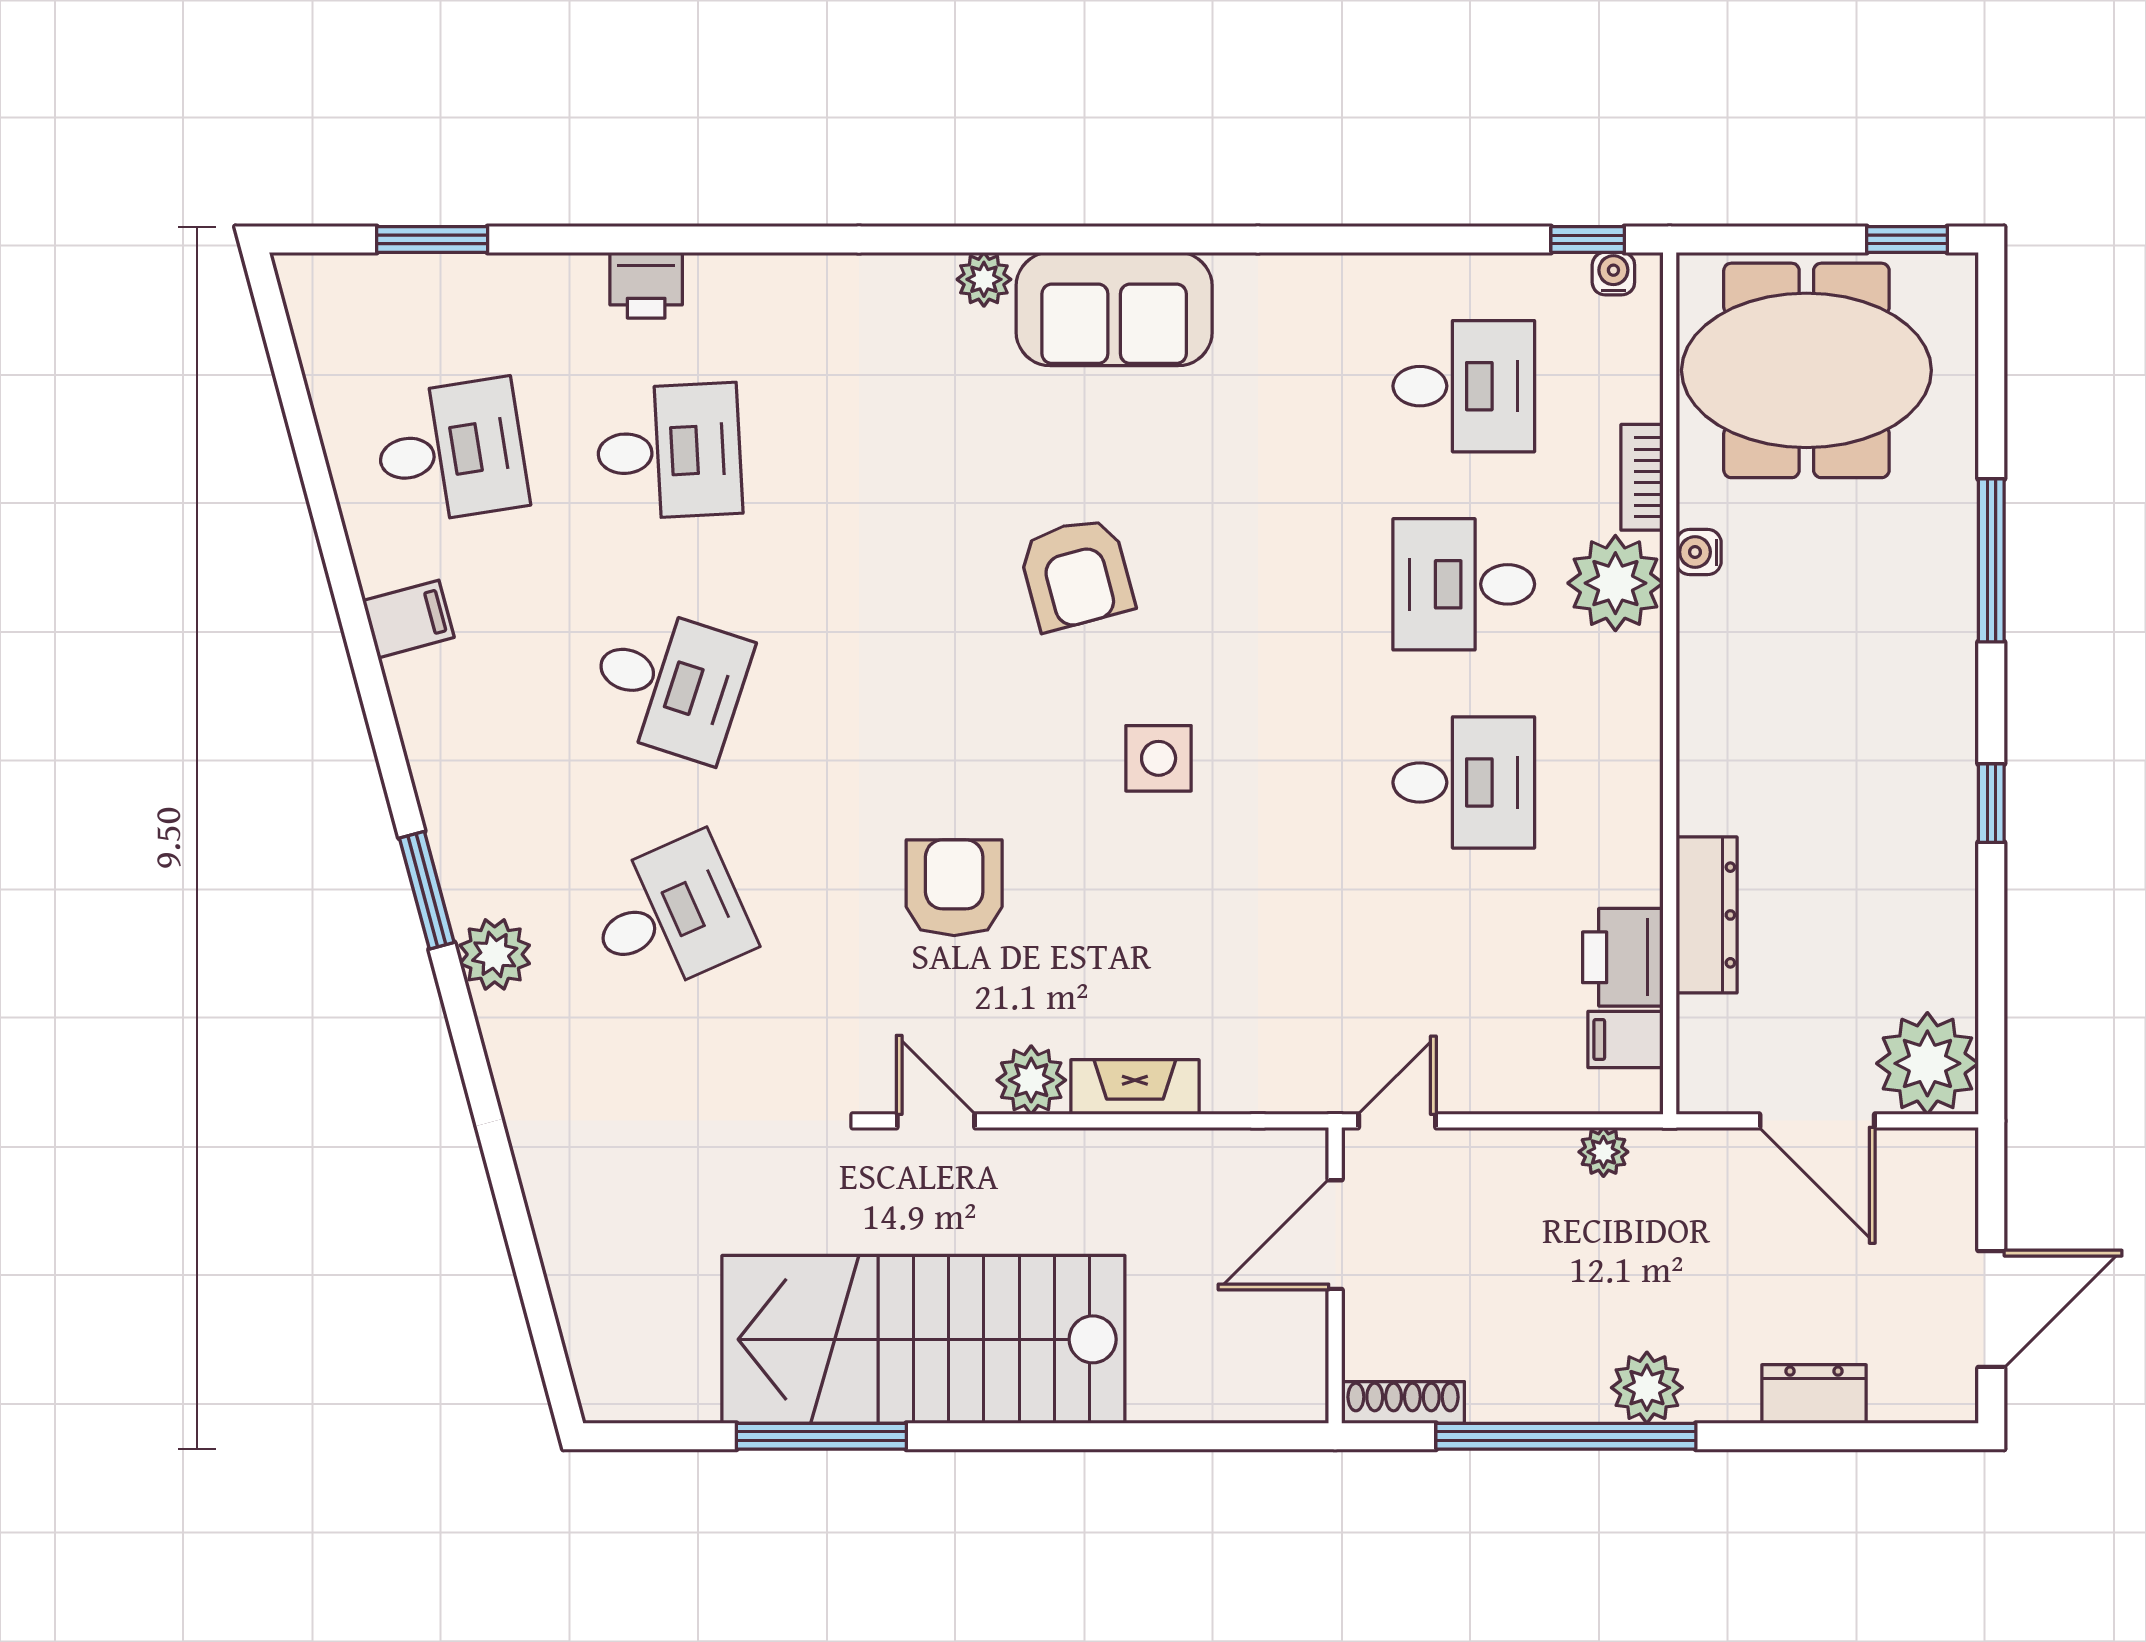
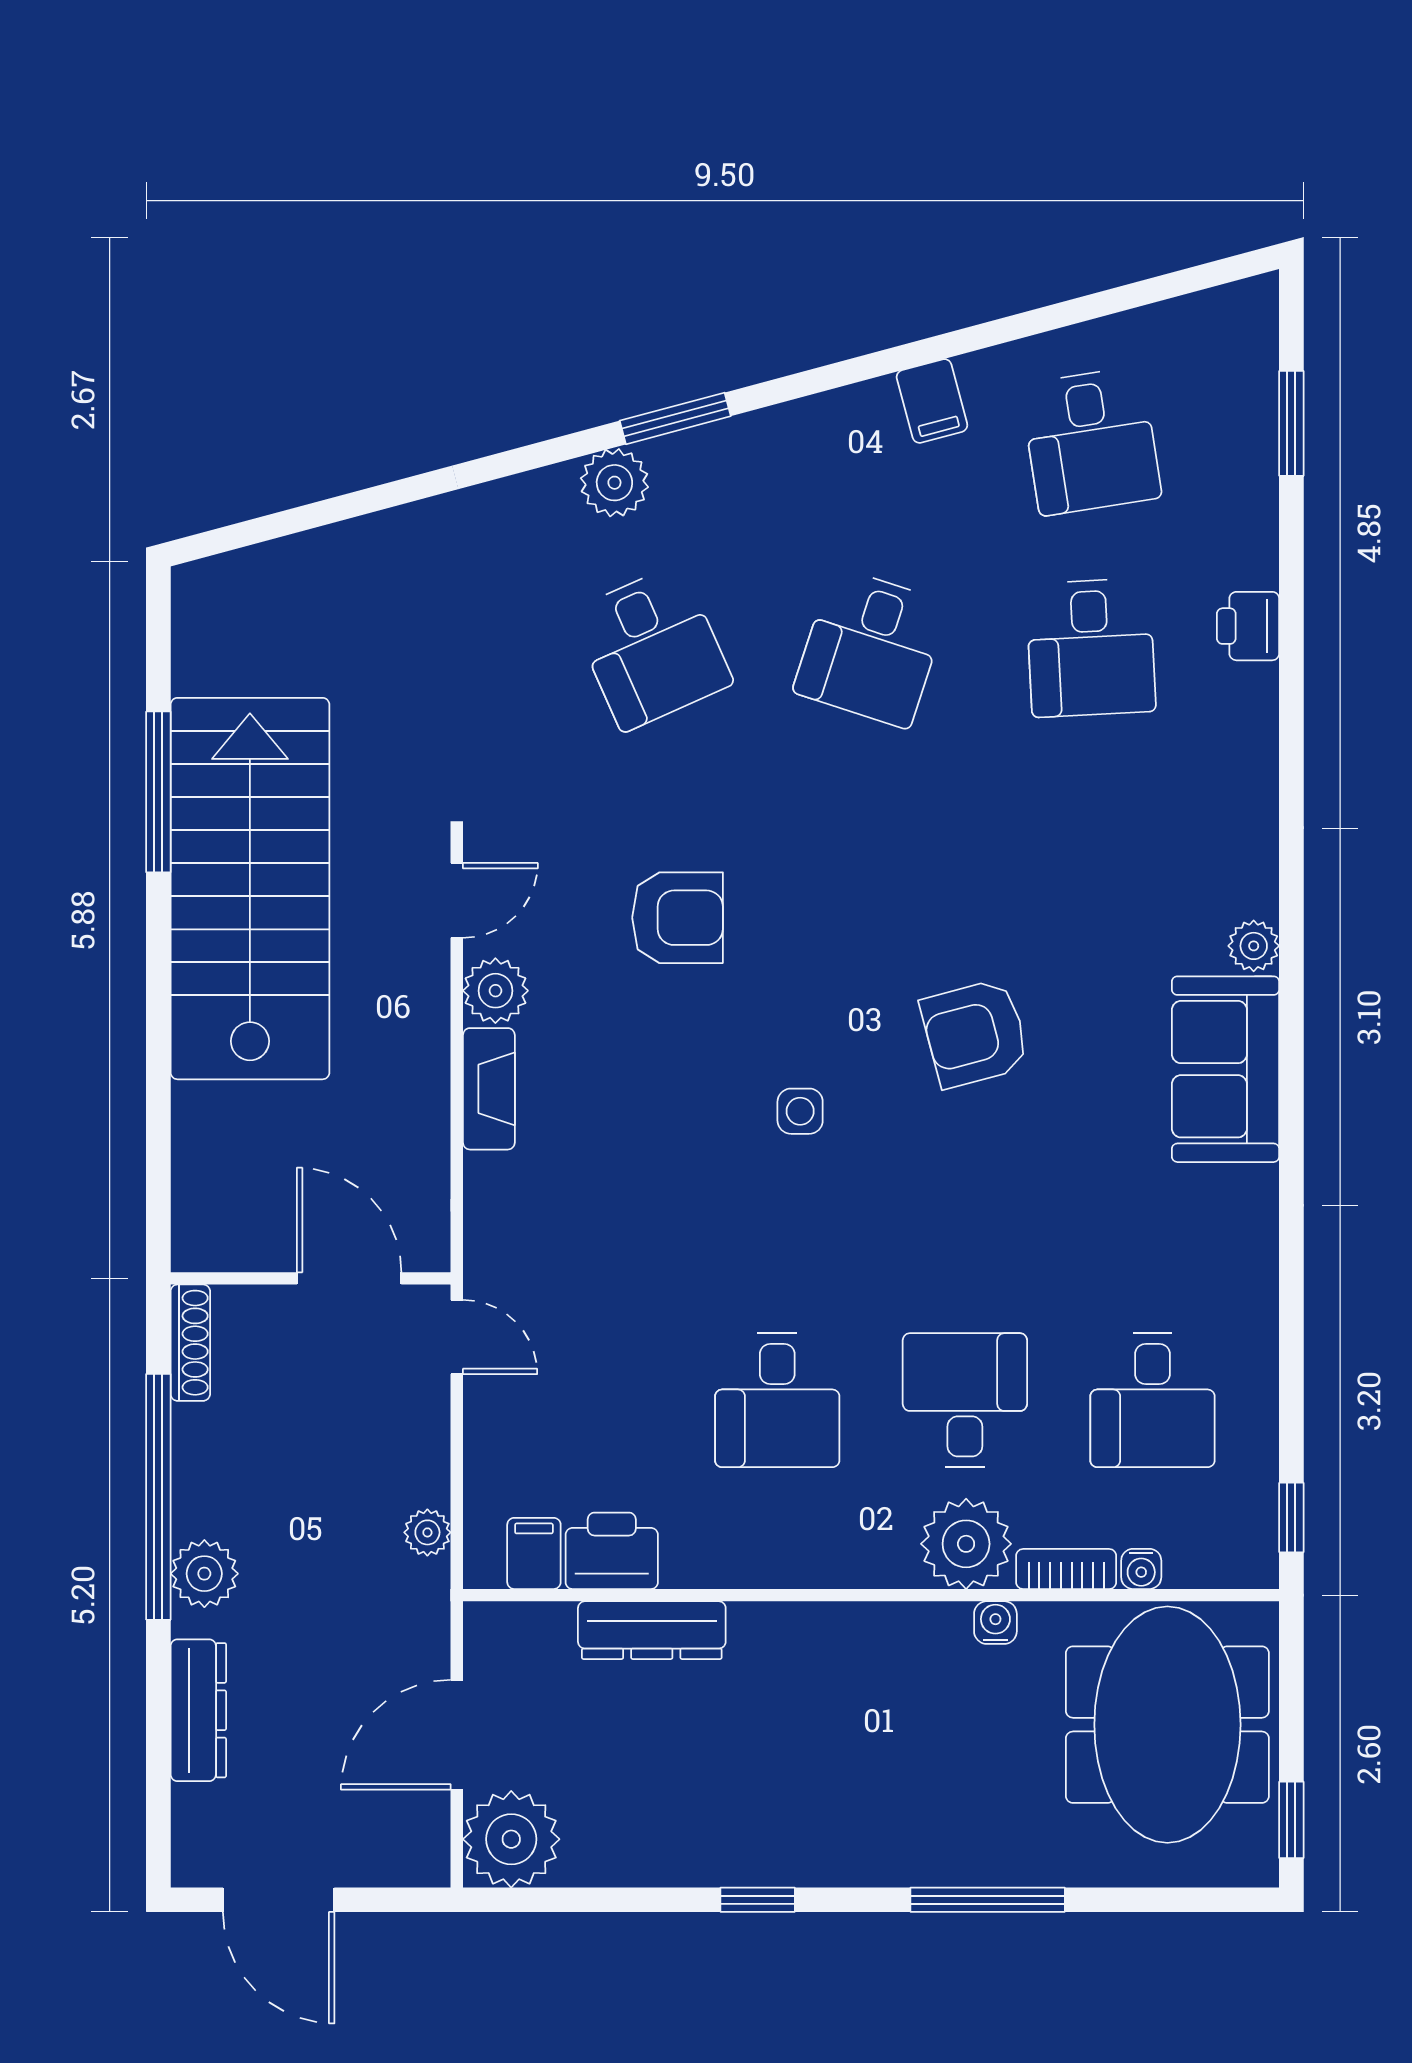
water cooler: (1613, 274) -> (1141, 1569), moved, turned 90
side table: (1159, 758) -> (800, 1111), width x0.73, depth x0.73
dresser: (1814, 1394) -> (198, 1710), width x1.44

